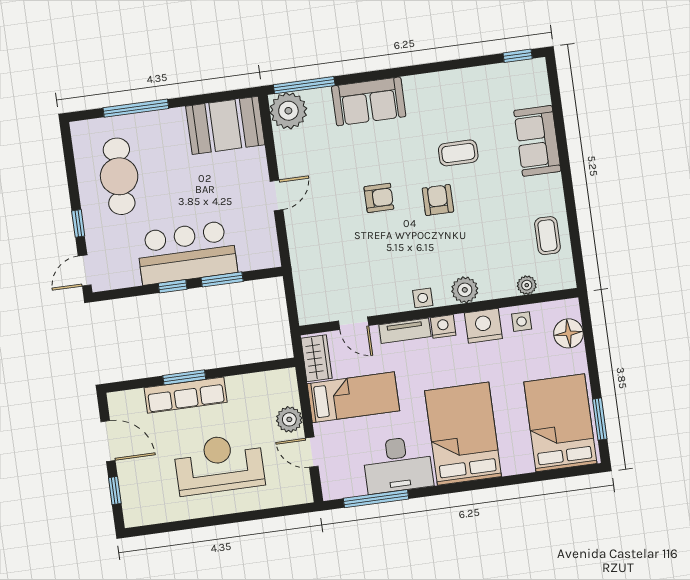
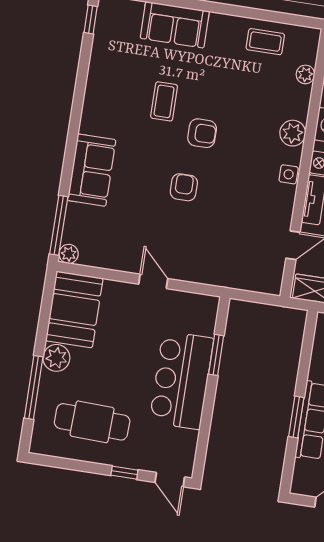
plant: (288, 111) -> (69, 254), width x0.53, depth x0.53
plant: (172, 122) -> (56, 358), added
armchair: (438, 200) -> (202, 133), turned 180
window: (173, 286) -> (209, 403), removed

